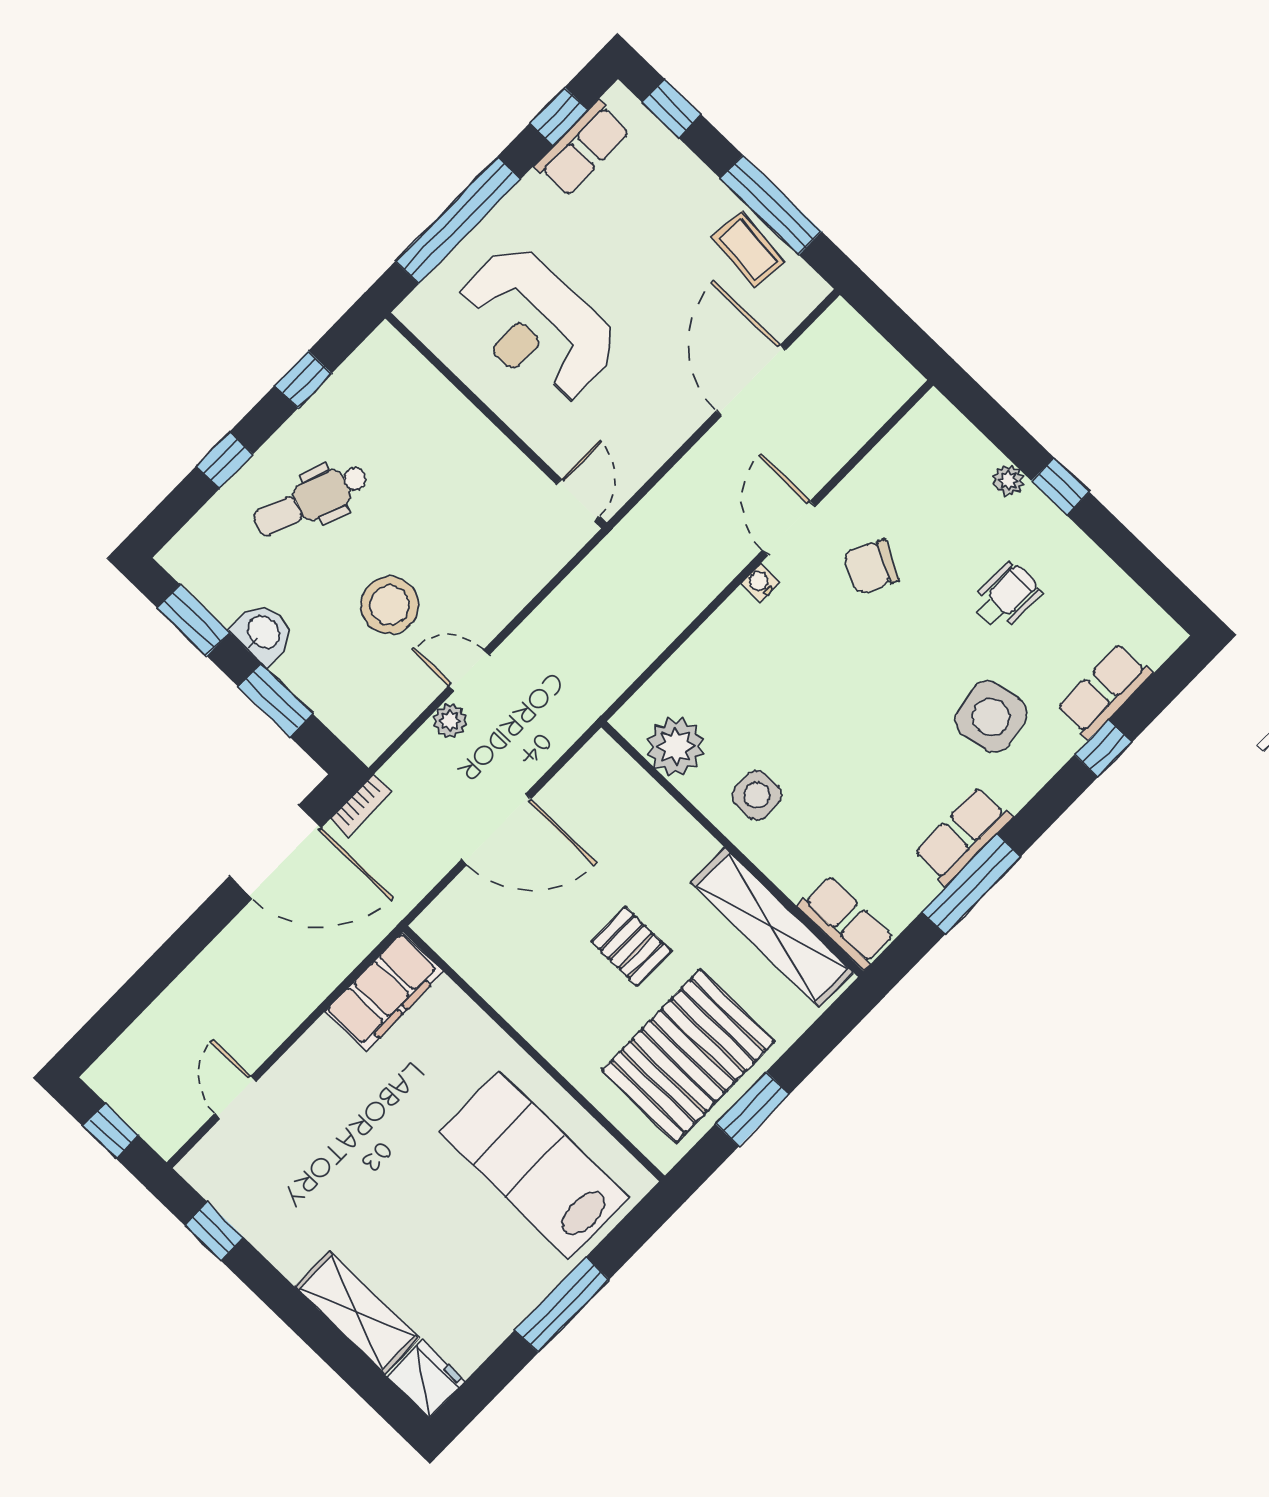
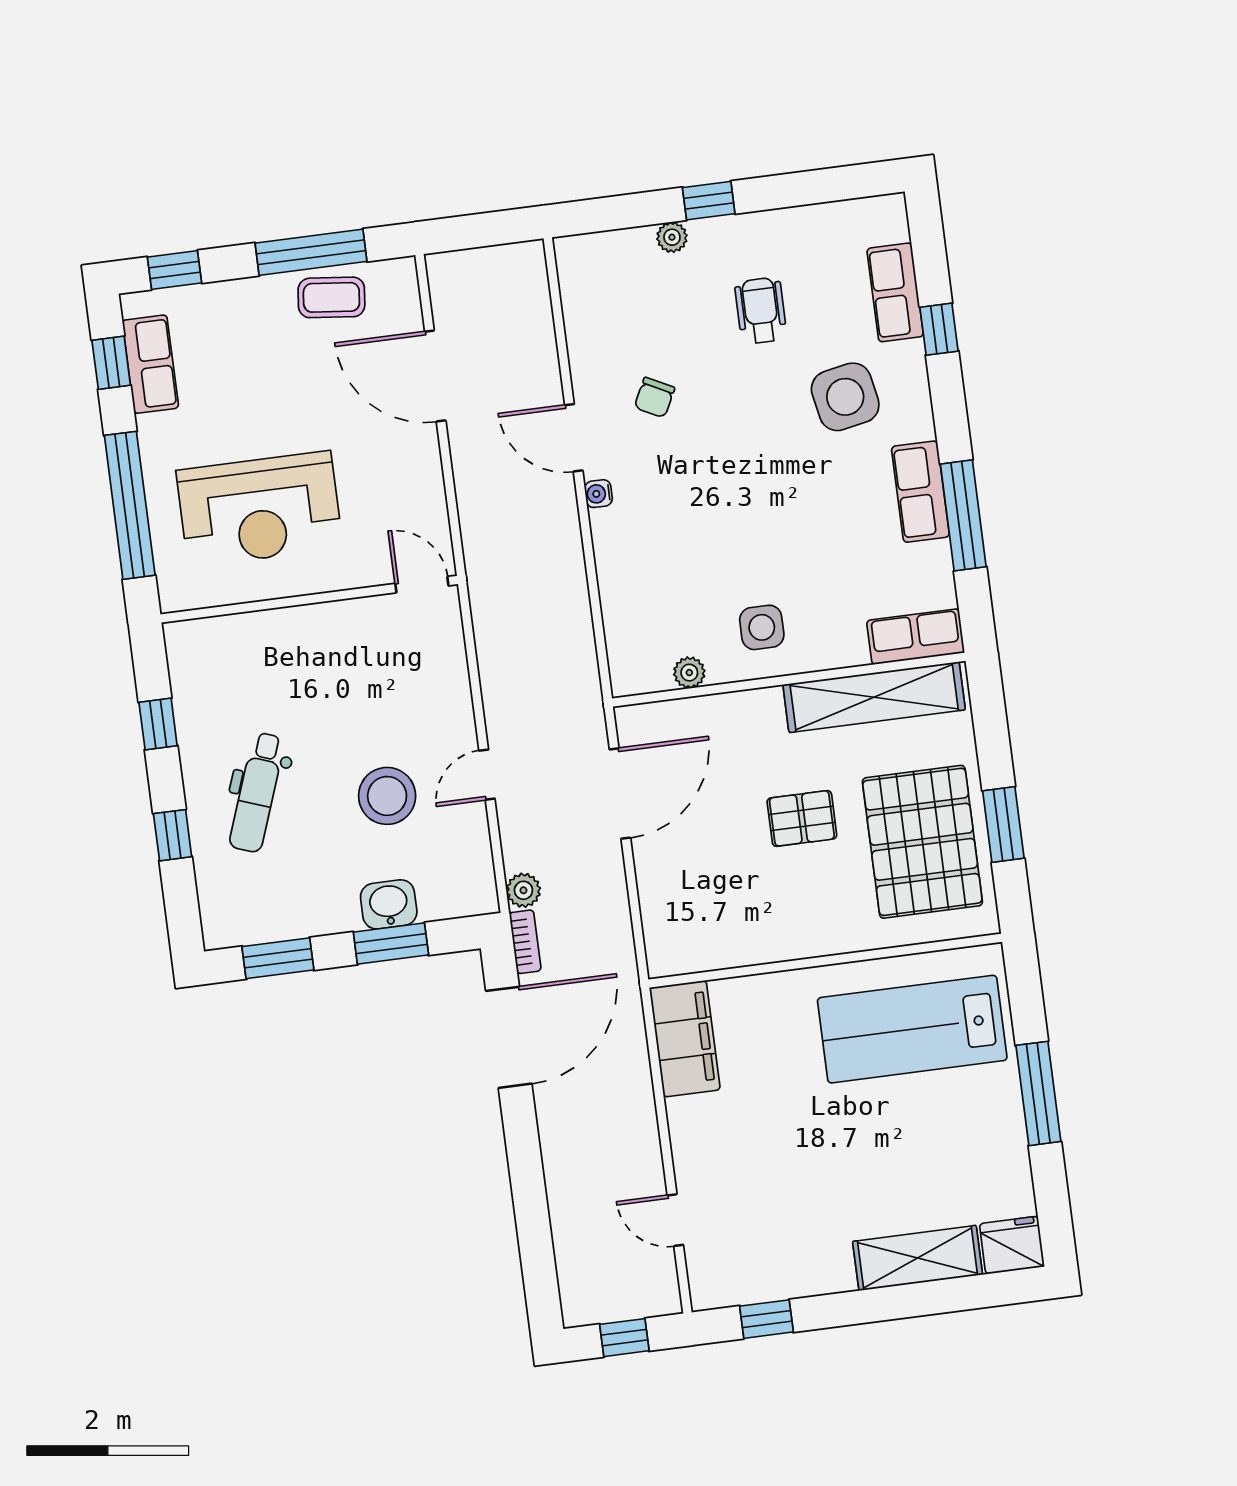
chair: (871, 567) -> (654, 397), width x0.73, depth x0.73
washbasin: (263, 633) -> (389, 904), moved
plant: (450, 721) -> (523, 890), moved
plant: (676, 746) -> (689, 673), width x0.53, depth x0.53
door: (496, 829) -> (620, 794), moved

